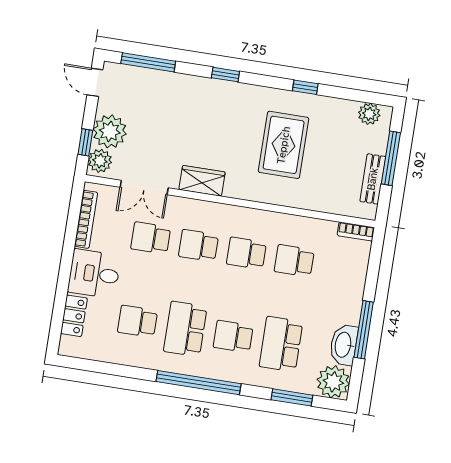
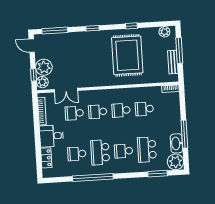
rug: (284, 145) -> (127, 55), width x1.37, depth x1.44
wardrobe: (202, 181) -> (93, 81), removed
window: (199, 383) -> (93, 178), moved

